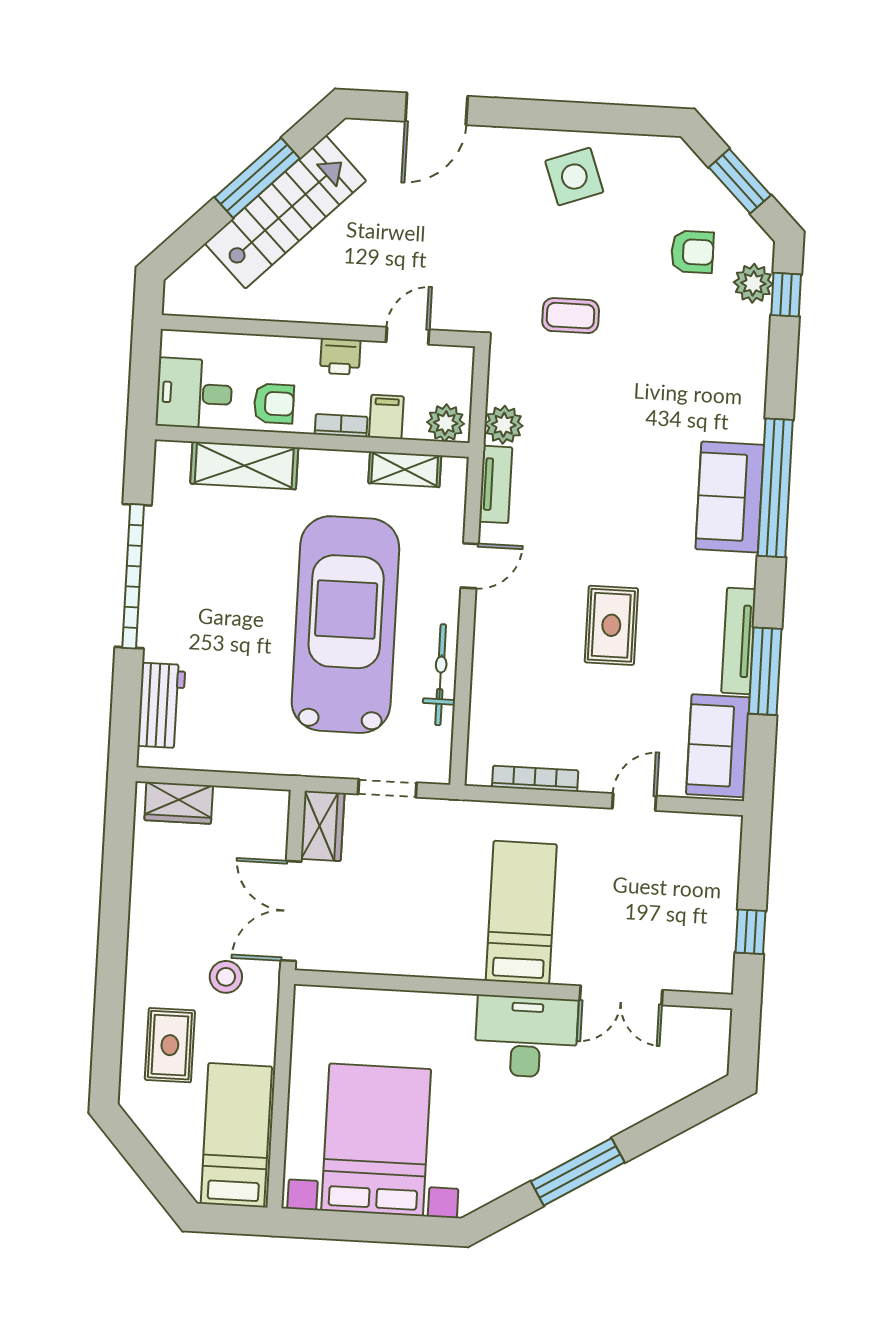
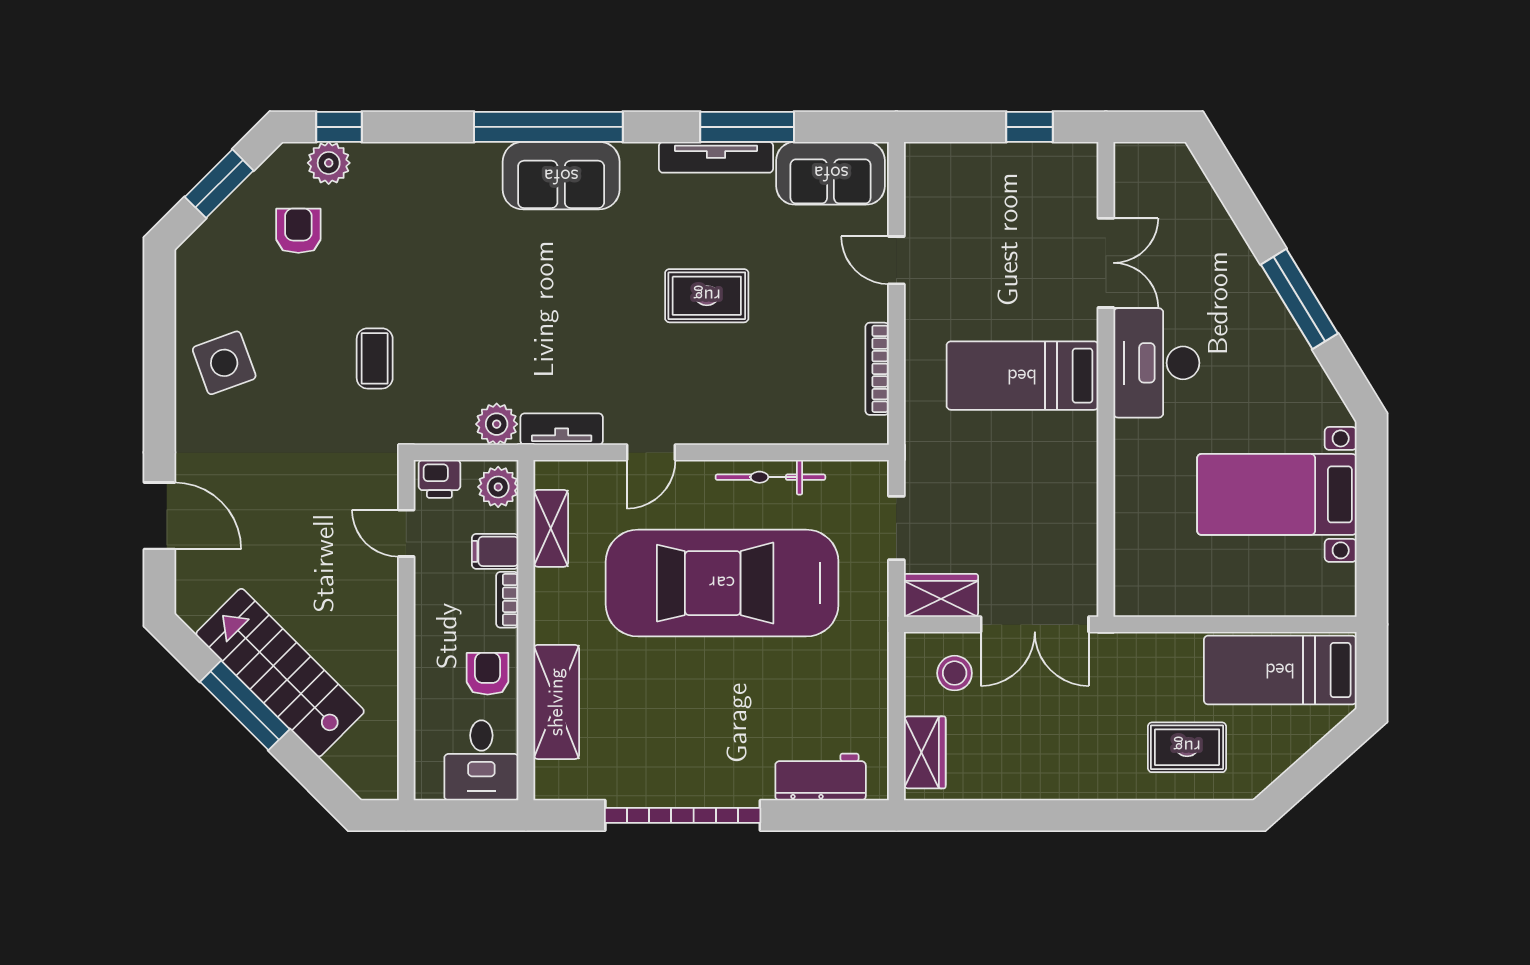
printer: (340, 356) -> (439, 479), moved, turned 90
door: (470, 566) -> (651, 452), swing flipped
stool: (226, 977) -> (955, 673), moved
bed with nightstands: (376, 1140) -> (1277, 494), width x0.73

